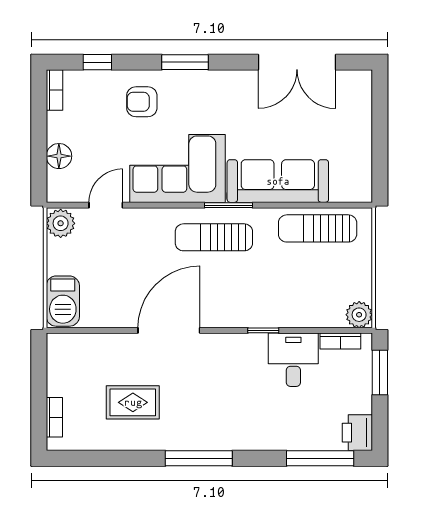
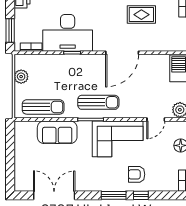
window: (97, 62) -> (141, 195), moved
armchair: (142, 102) -> (137, 174), turned 180
sofa: (278, 181) -> (57, 132), width x0.73
plant: (359, 315) -> (21, 77), moved
desk: (293, 360) -> (68, 33), width x1.87, depth x1.30

